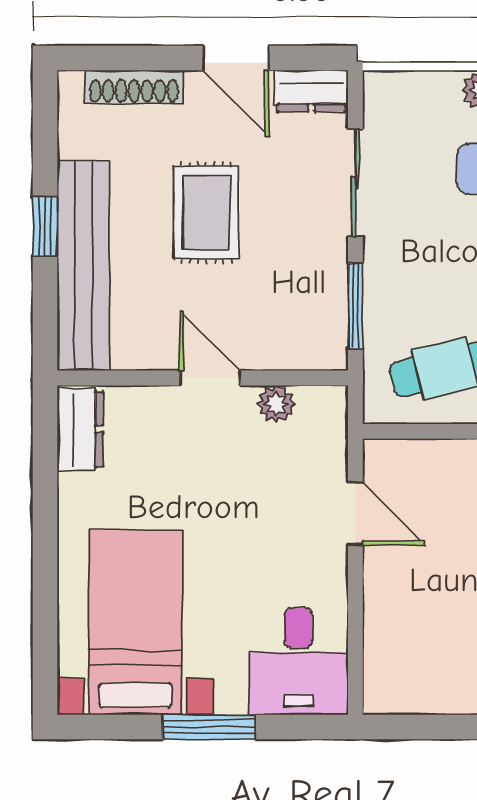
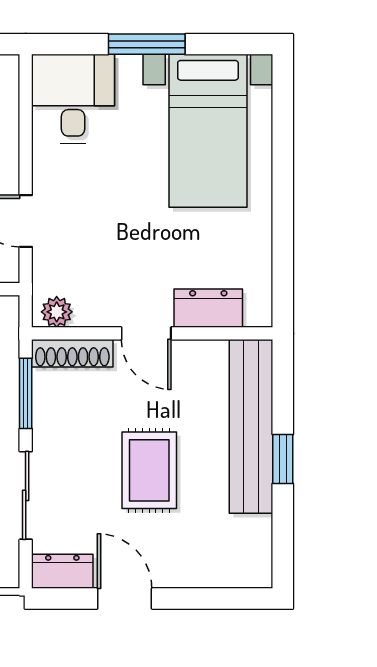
shoe rack: (134, 87) -> (72, 353), moved, turned 180
plant: (276, 404) -> (57, 312), moved
dresser: (80, 429) -> (208, 308), moved, turned 90

